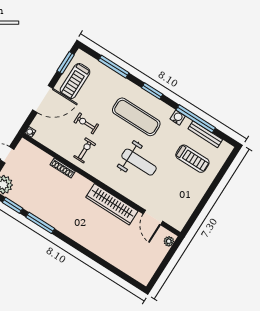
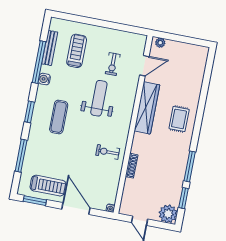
exercise mat: (136, 117) -> (59, 117), width x0.73, depth x0.69
exercise bike: (86, 123) -> (113, 64), moved
rug: (89, 231) -> (179, 119), added

